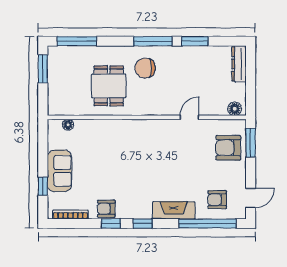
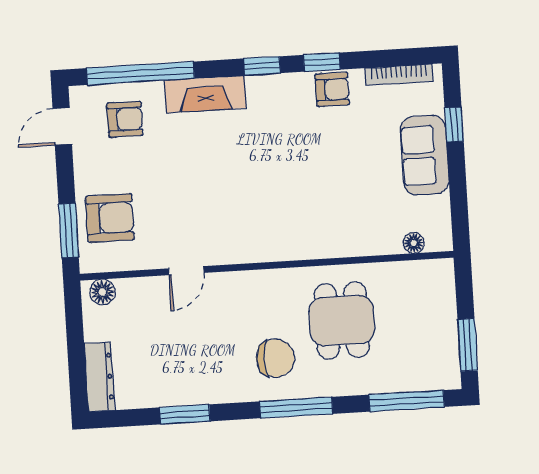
window: (153, 41) -> (296, 408), moved

